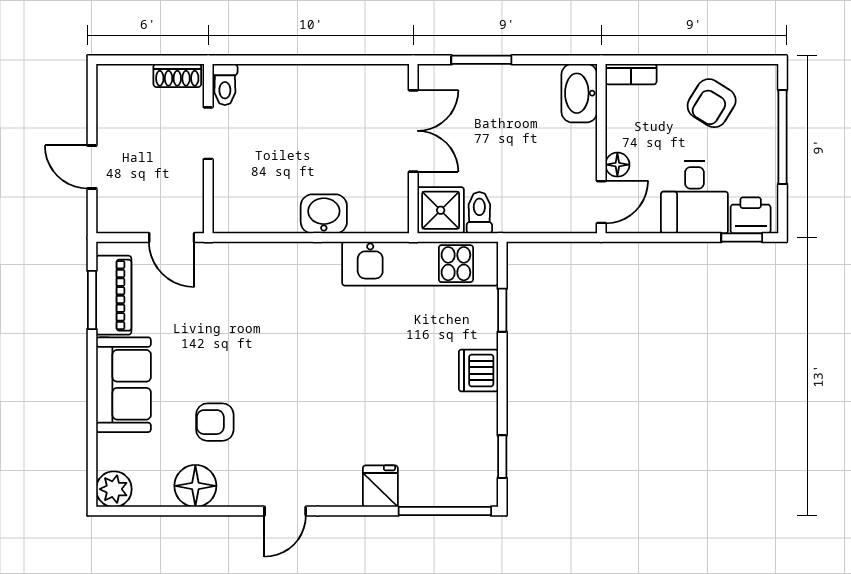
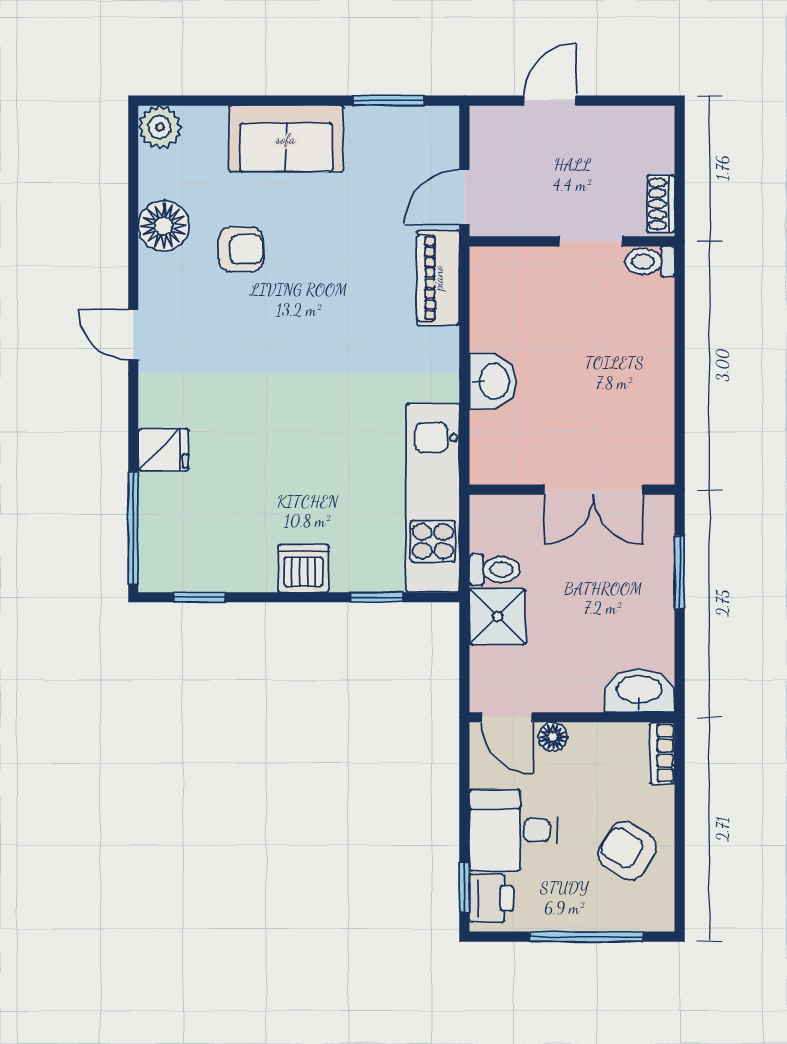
shower: (441, 210) -> (497, 616), moved
piano: (114, 295) -> (438, 278), moved, turned 90
armchair: (215, 422) -> (241, 249), turned 90

